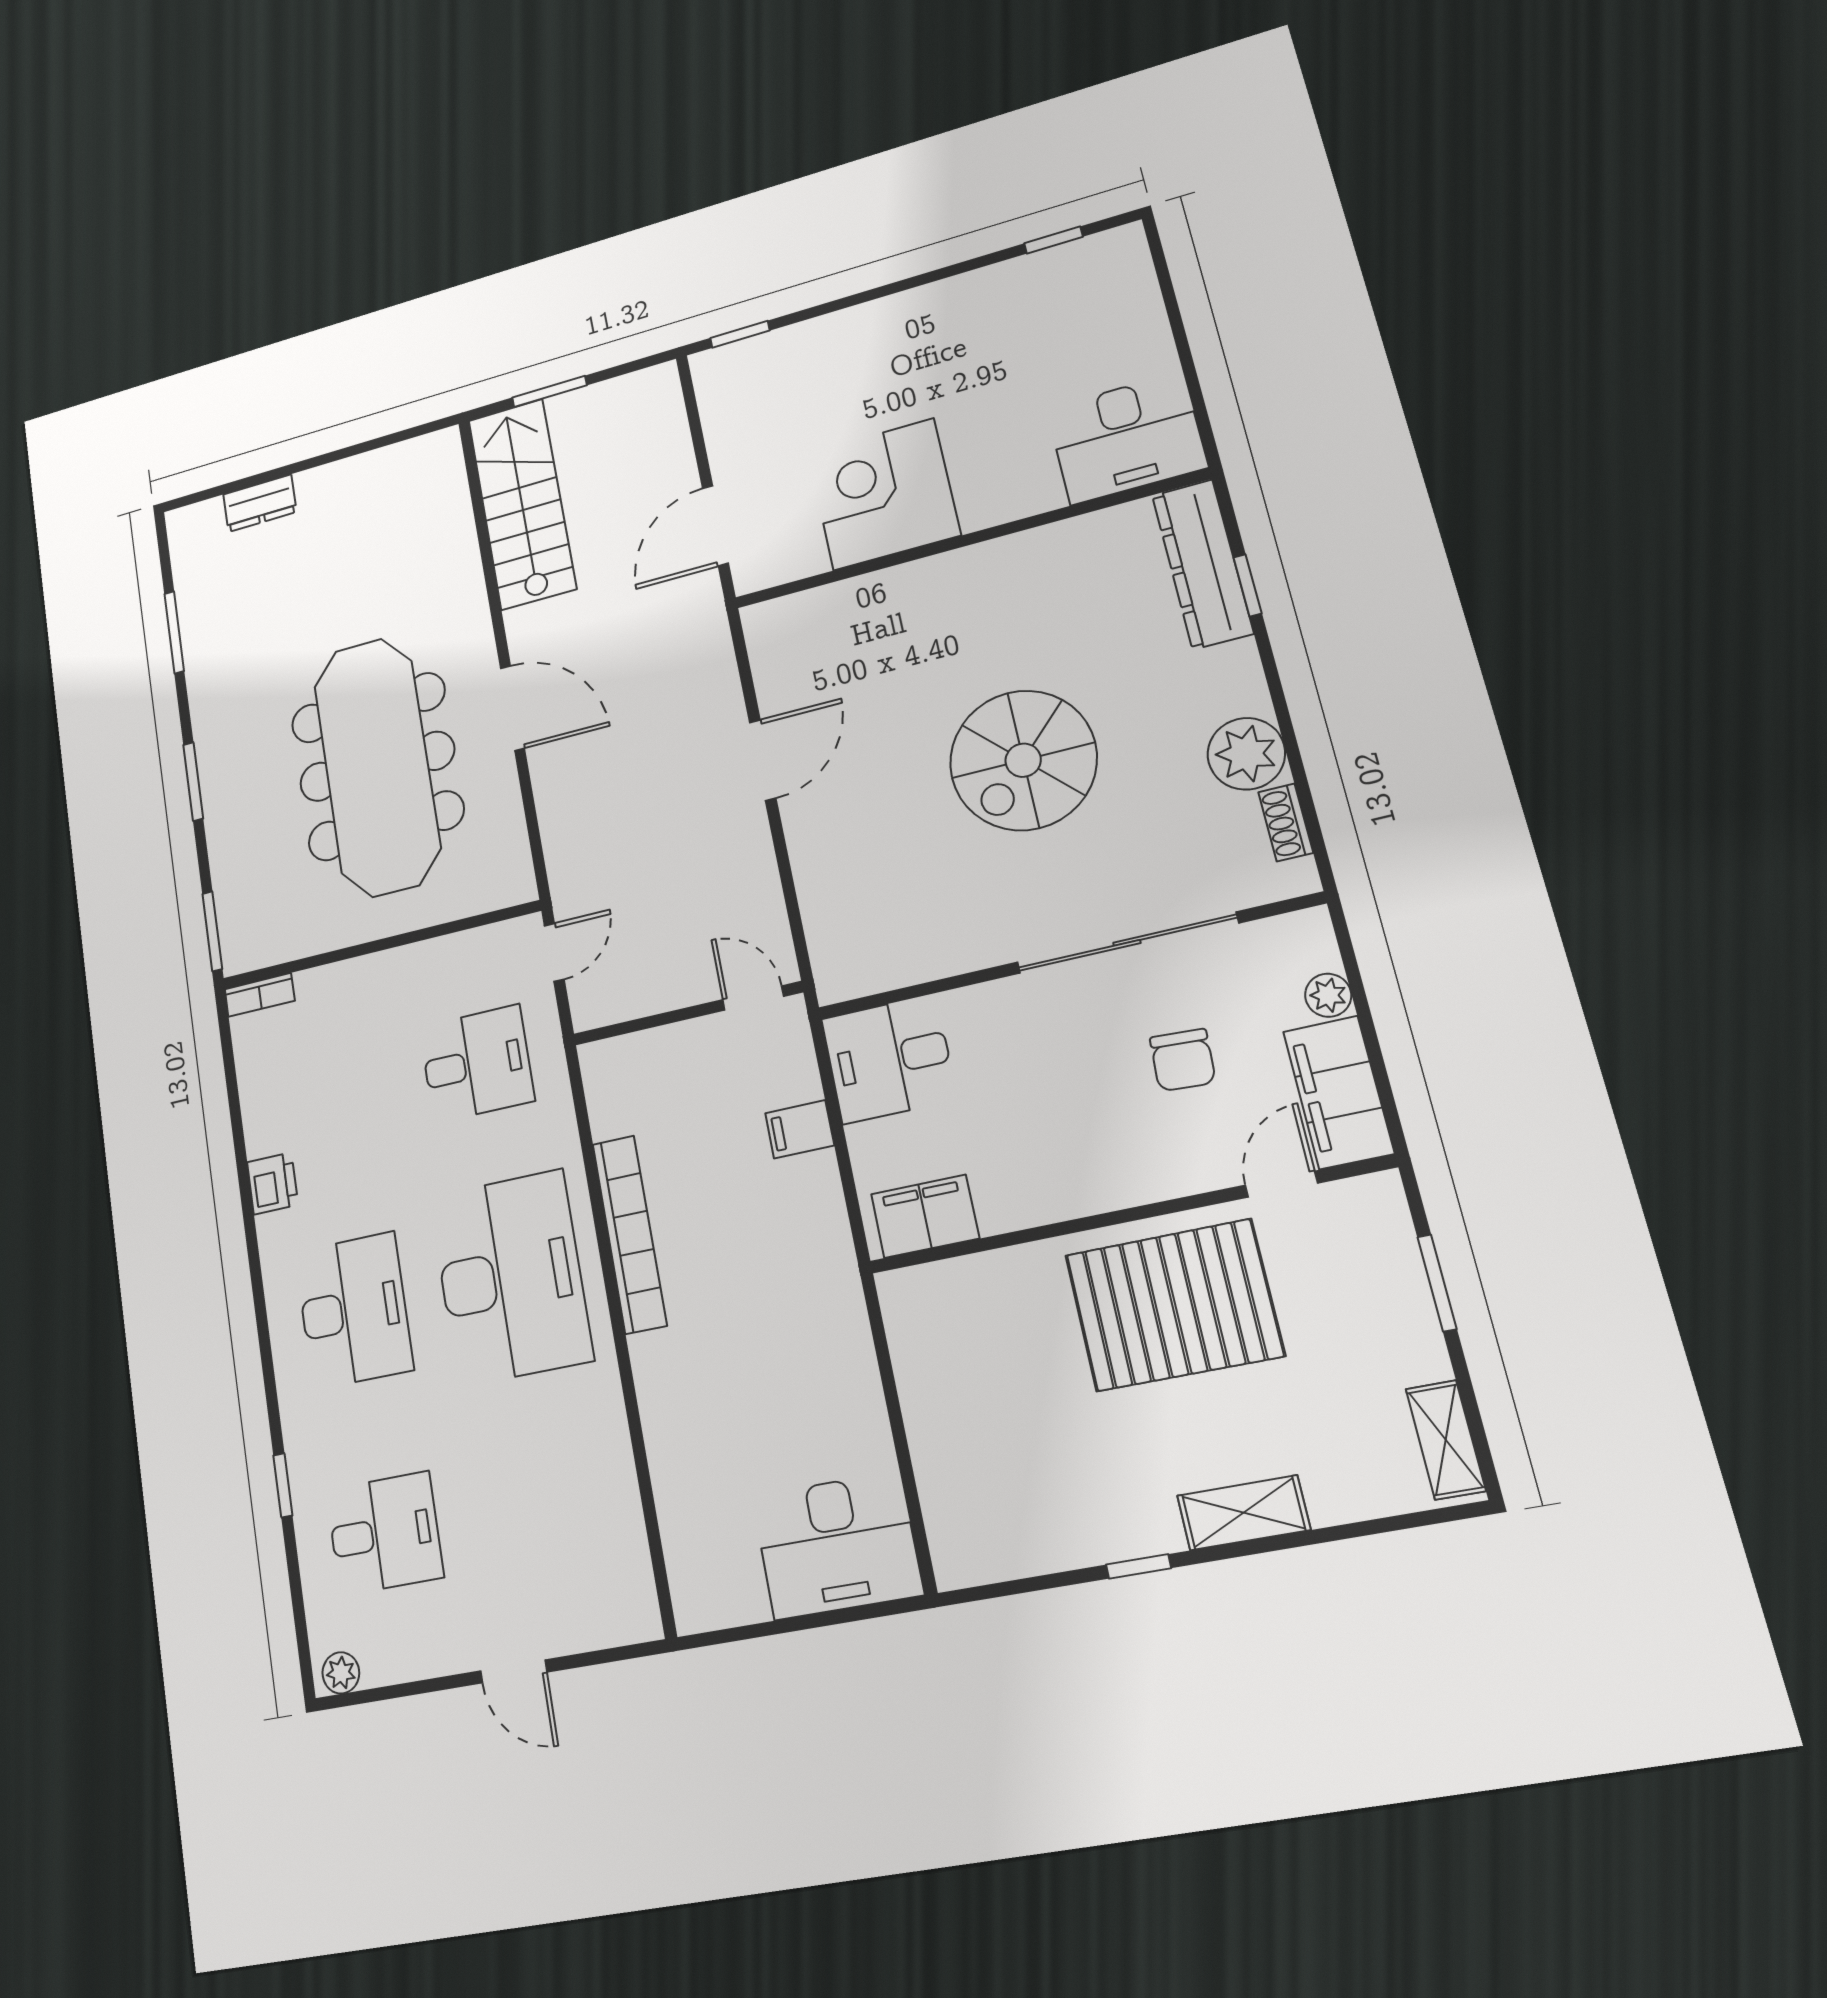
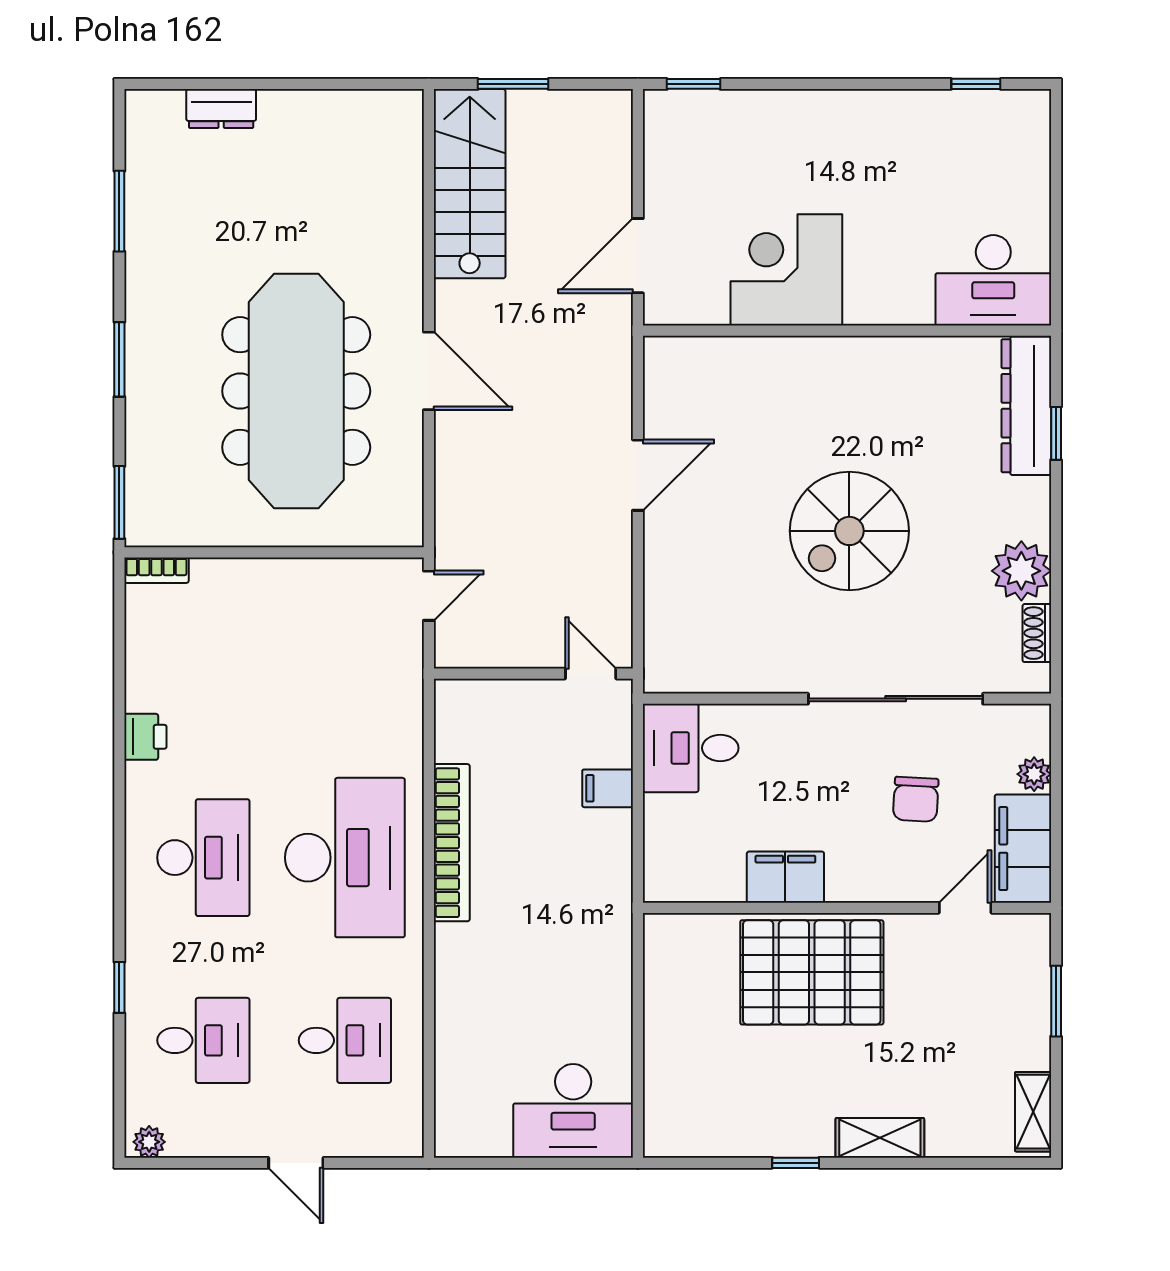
desk: (477, 1064) -> (345, 1040), moved
filing cabinet: (925, 1216) -> (785, 877), moved
pallet: (1174, 1305) -> (812, 972), moved

